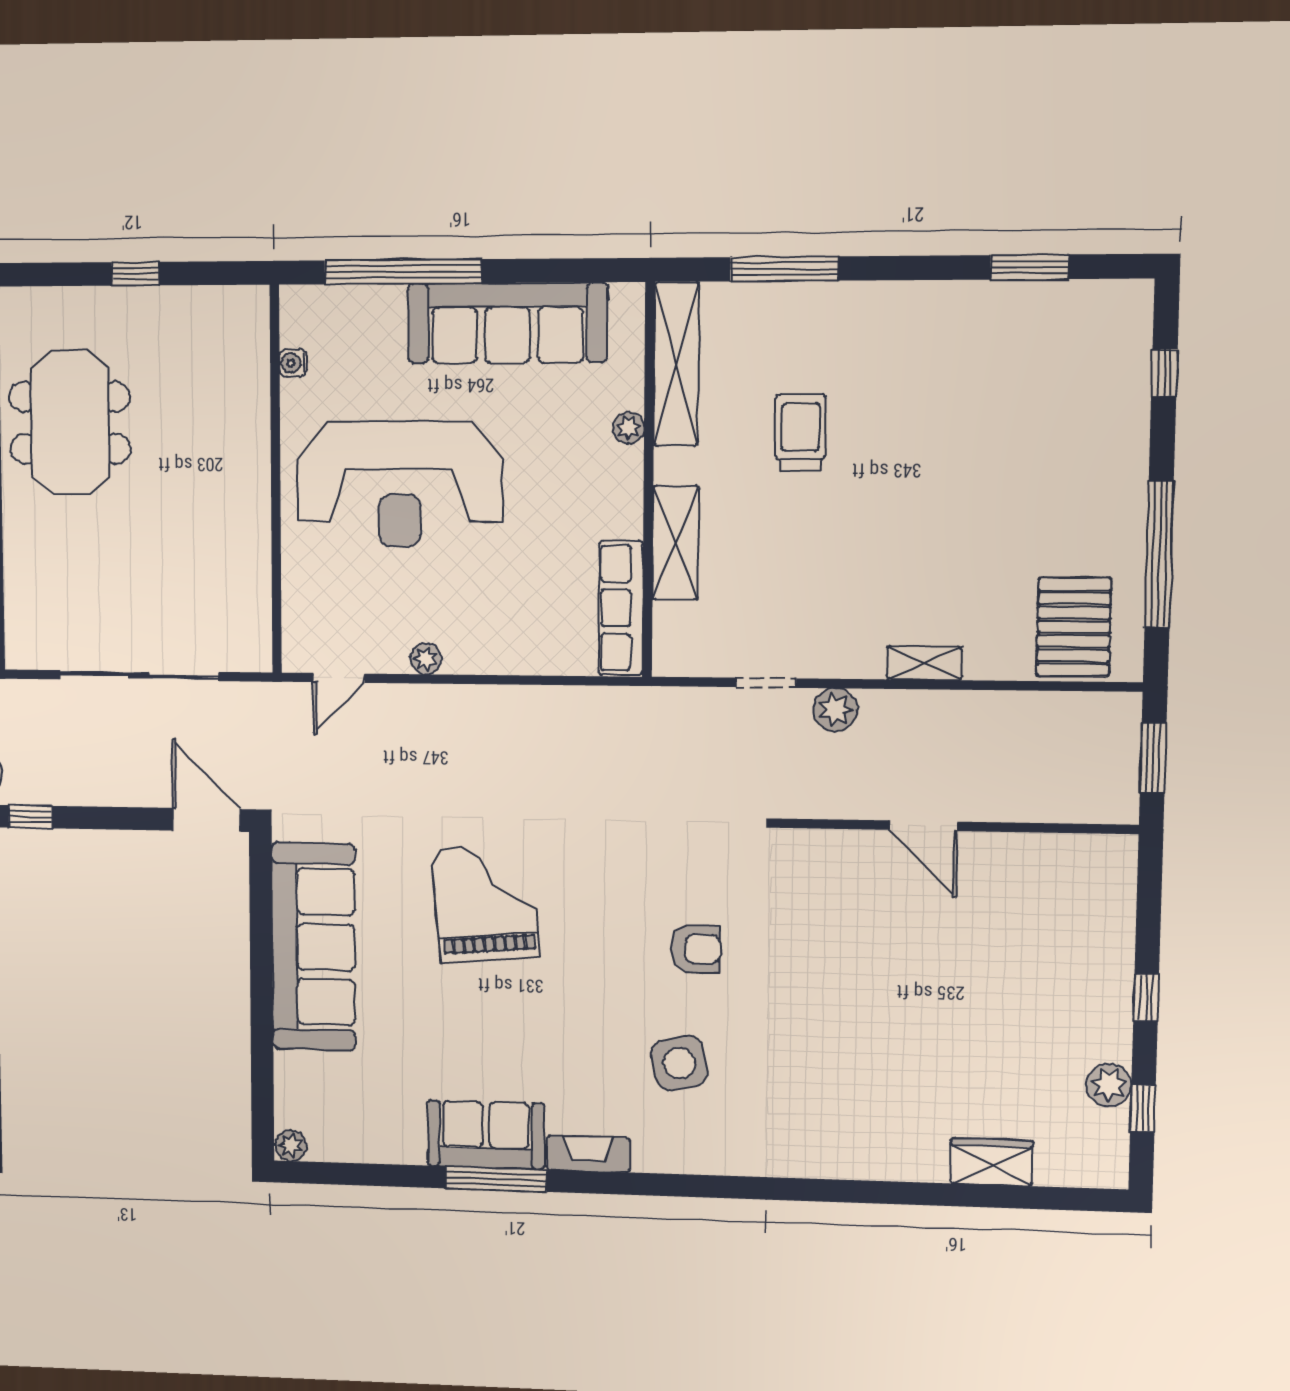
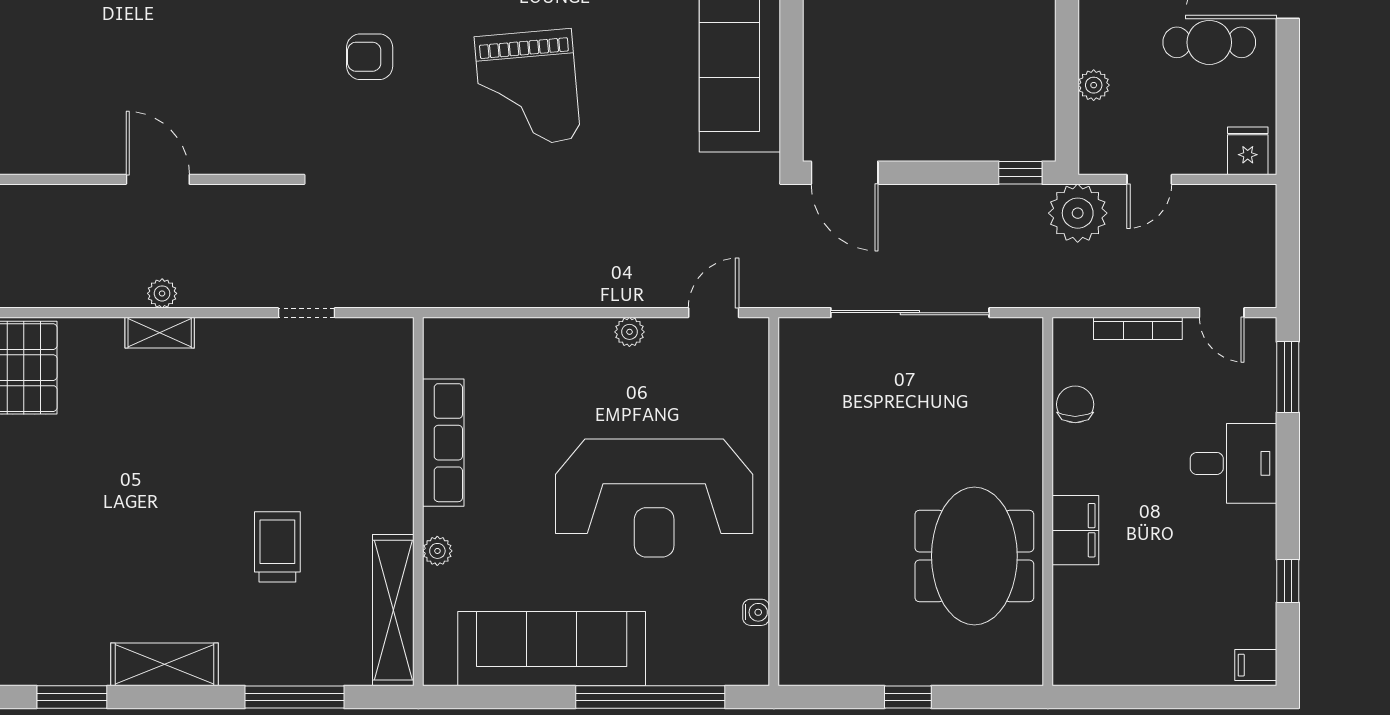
trolley: (801, 432) -> (277, 547), turned 180
reception desk: (400, 484) -> (654, 498), turned 180
shelving: (676, 543) -> (164, 664), moved, turned 90
row of seats: (621, 608) -> (443, 443), moved
plant: (835, 710) -> (162, 293), moved, width x0.73, depth x0.73
grand piano: (486, 903) -> (527, 88), moved

